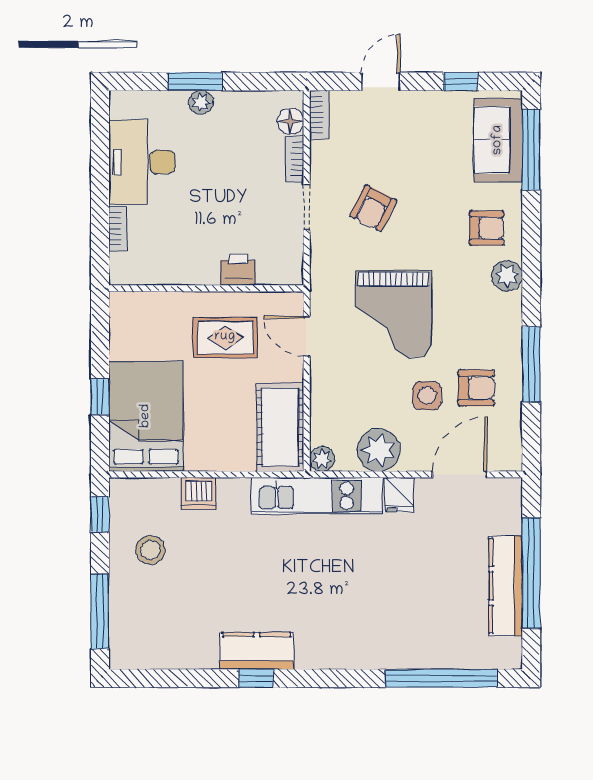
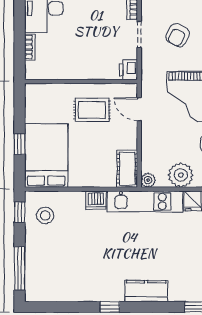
printer: (238, 270) -> (128, 70), moved, turned -90
cot: (280, 427) -> (127, 169), width x0.73, depth x0.75
dishwasher: (199, 494) -> (96, 200), moved
stool: (150, 550) -> (45, 215), moved
kitchen counter: (257, 651) -> (146, 291), moved

